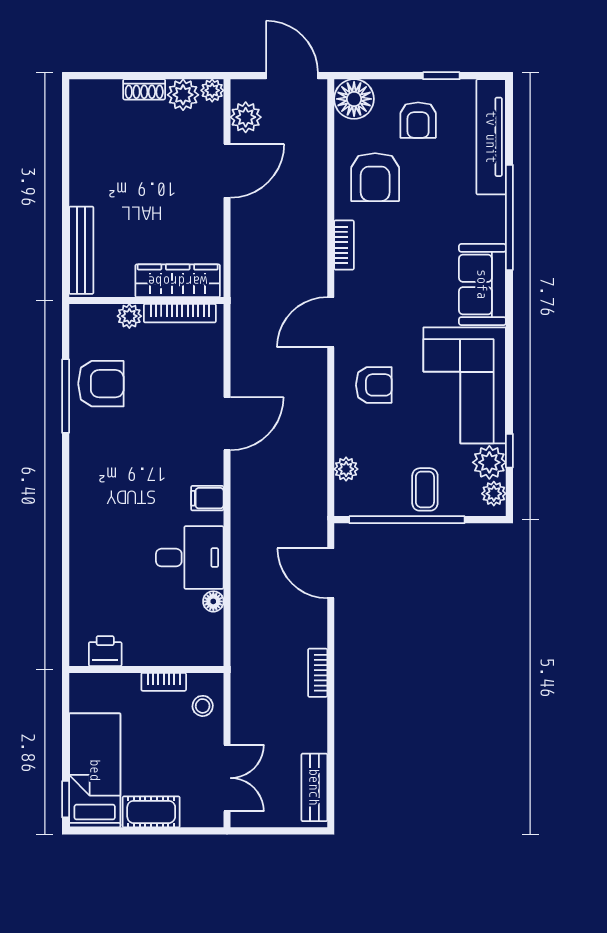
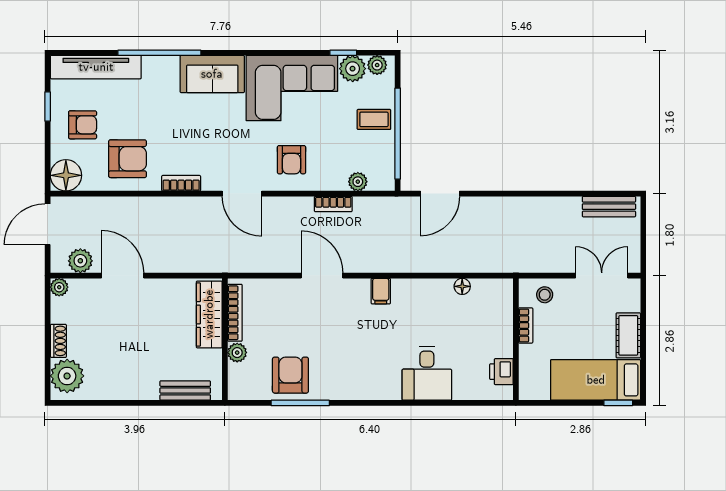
plant: (183, 95) -> (67, 376), moved, width x1.36, depth x1.36
bench: (81, 250) -> (185, 391), width x0.73
armchair: (374, 385) -> (291, 160), turned 180
desk: (190, 558) -> (427, 374), moved, turned 180
bookcase: (318, 673) -> (333, 204), moved

